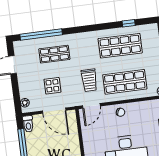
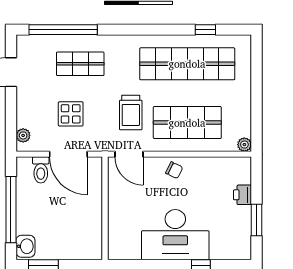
shop shelf: (120, 46) -> (187, 64), width x1.40
door: (91, 106) -> (129, 154), hinge flipped
toilet: (28, 124) -> (41, 170), moved

